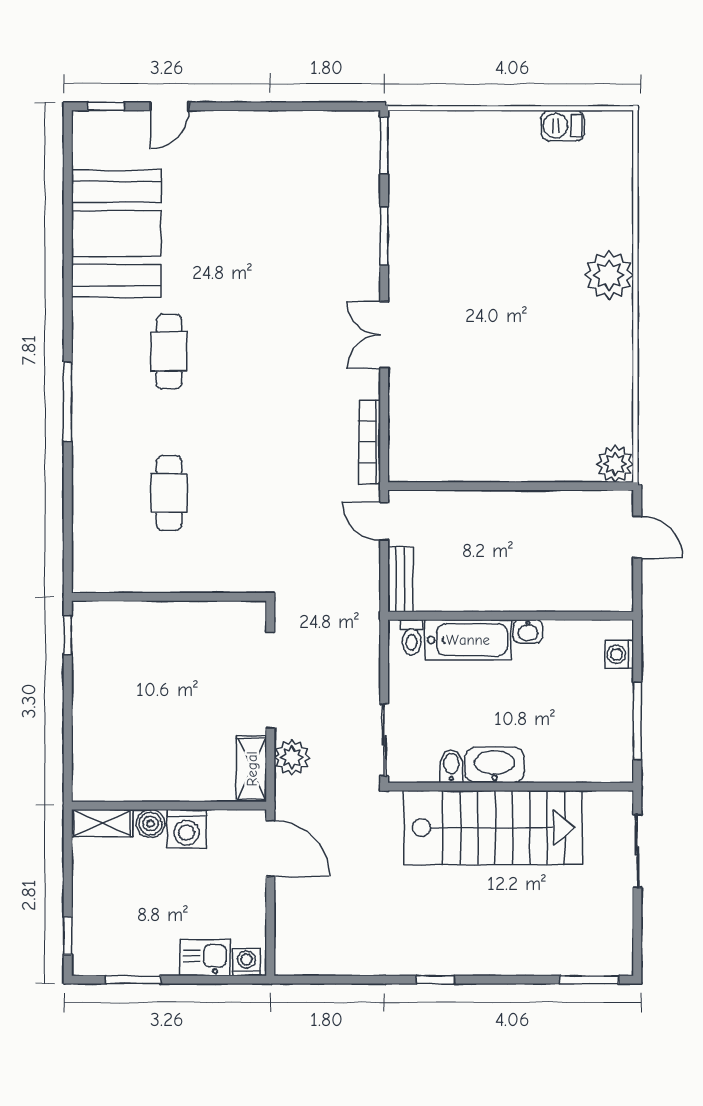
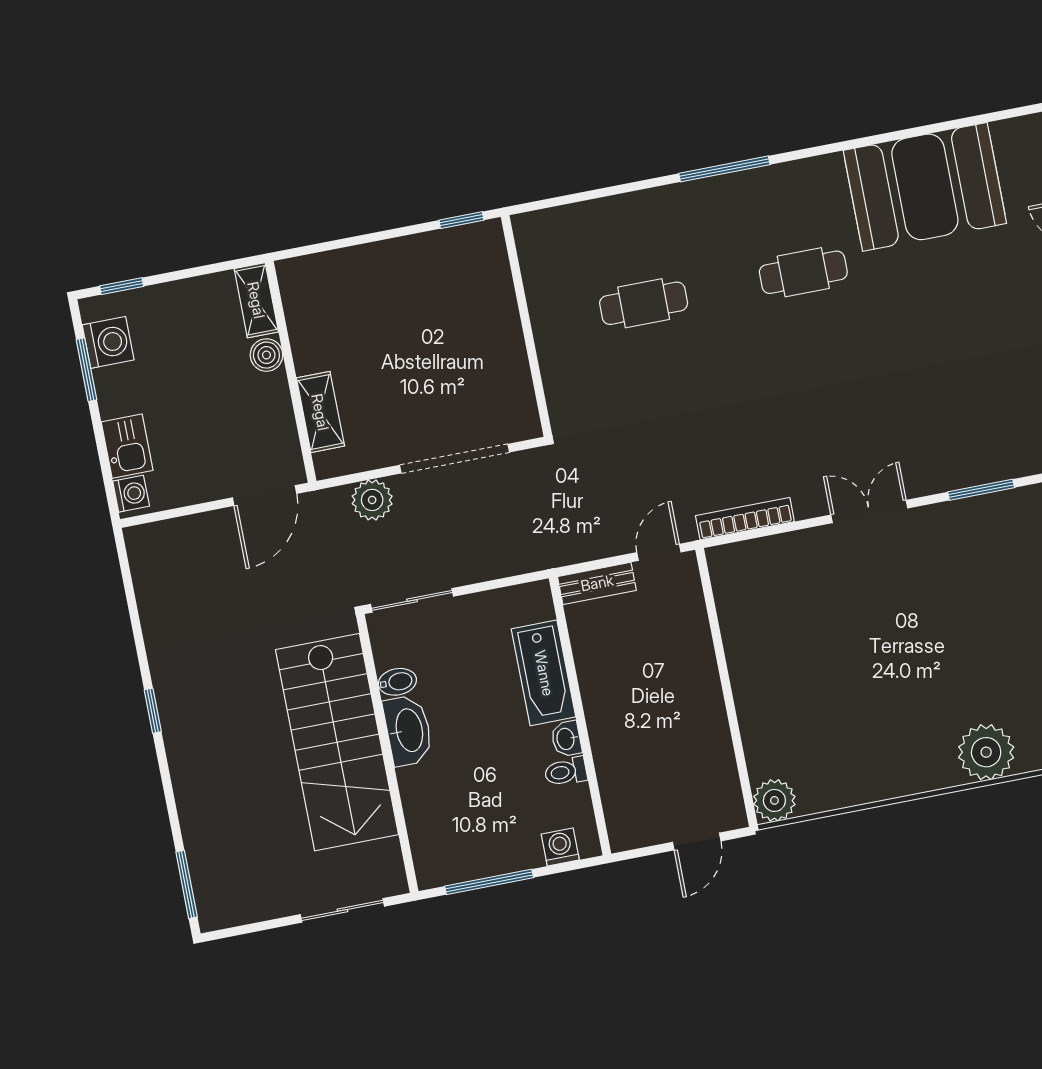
toilet: (412, 637) -> (566, 772), moved
shelving: (252, 769) -> (320, 412), moved, turned 90
washing machine: (187, 829) -> (108, 342), moved, turned 180

